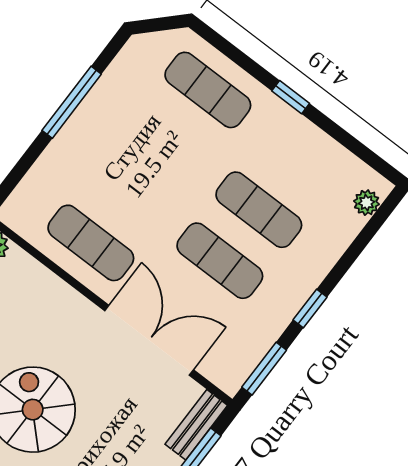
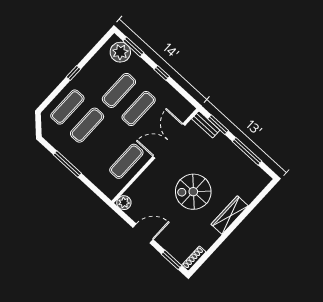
exercise mat: (169, 141) -> (87, 125), added
plant: (367, 203) -> (120, 52), width x1.88, depth x1.88
window: (264, 369) -> (133, 47), moved

